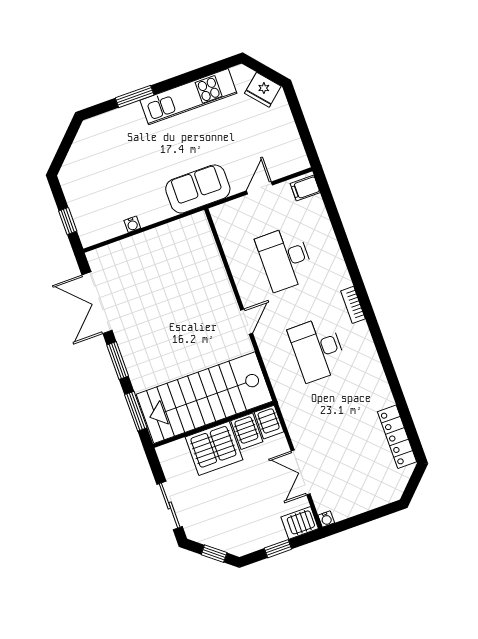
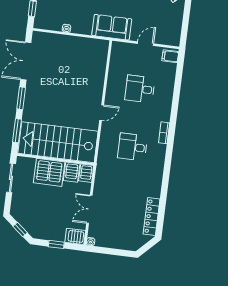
desk: (285, 258) -> (140, 89), width x0.73
desk: (317, 349) -> (133, 147), width x0.73
sliding door: (170, 505) -> (11, 178), moved

